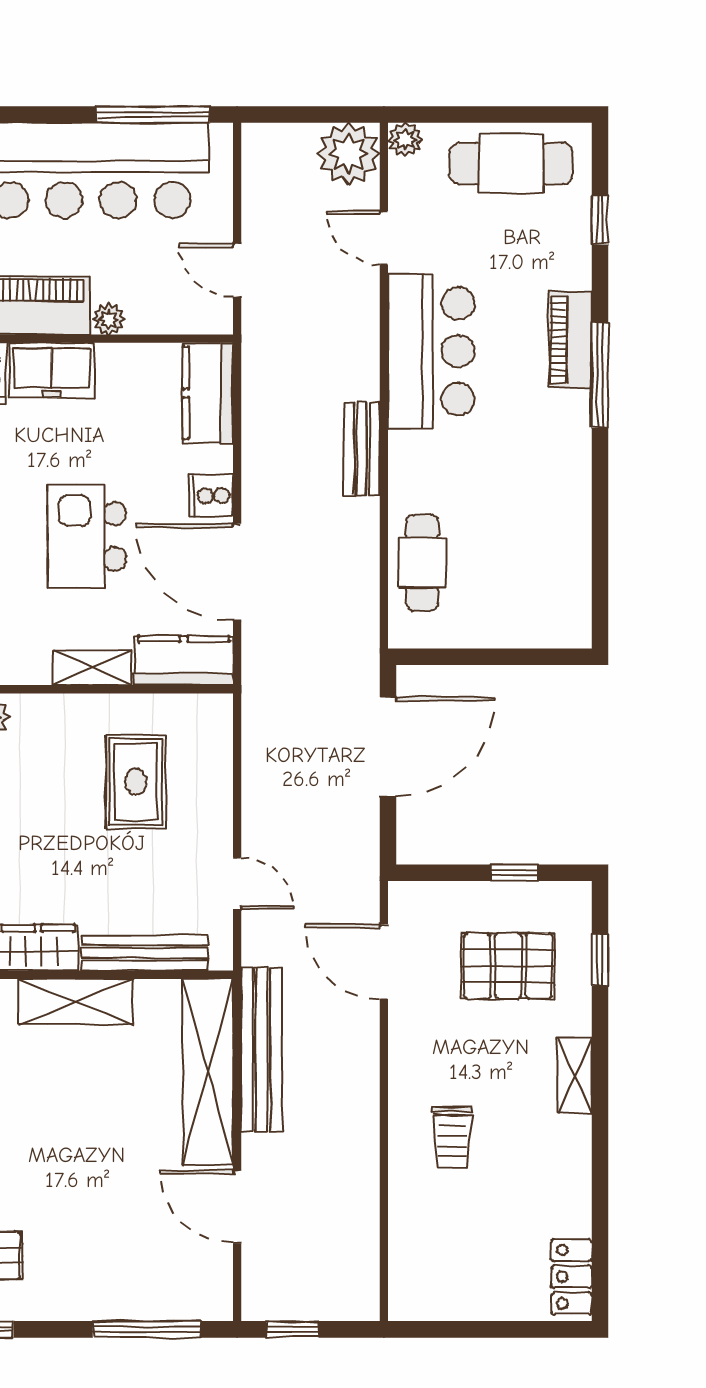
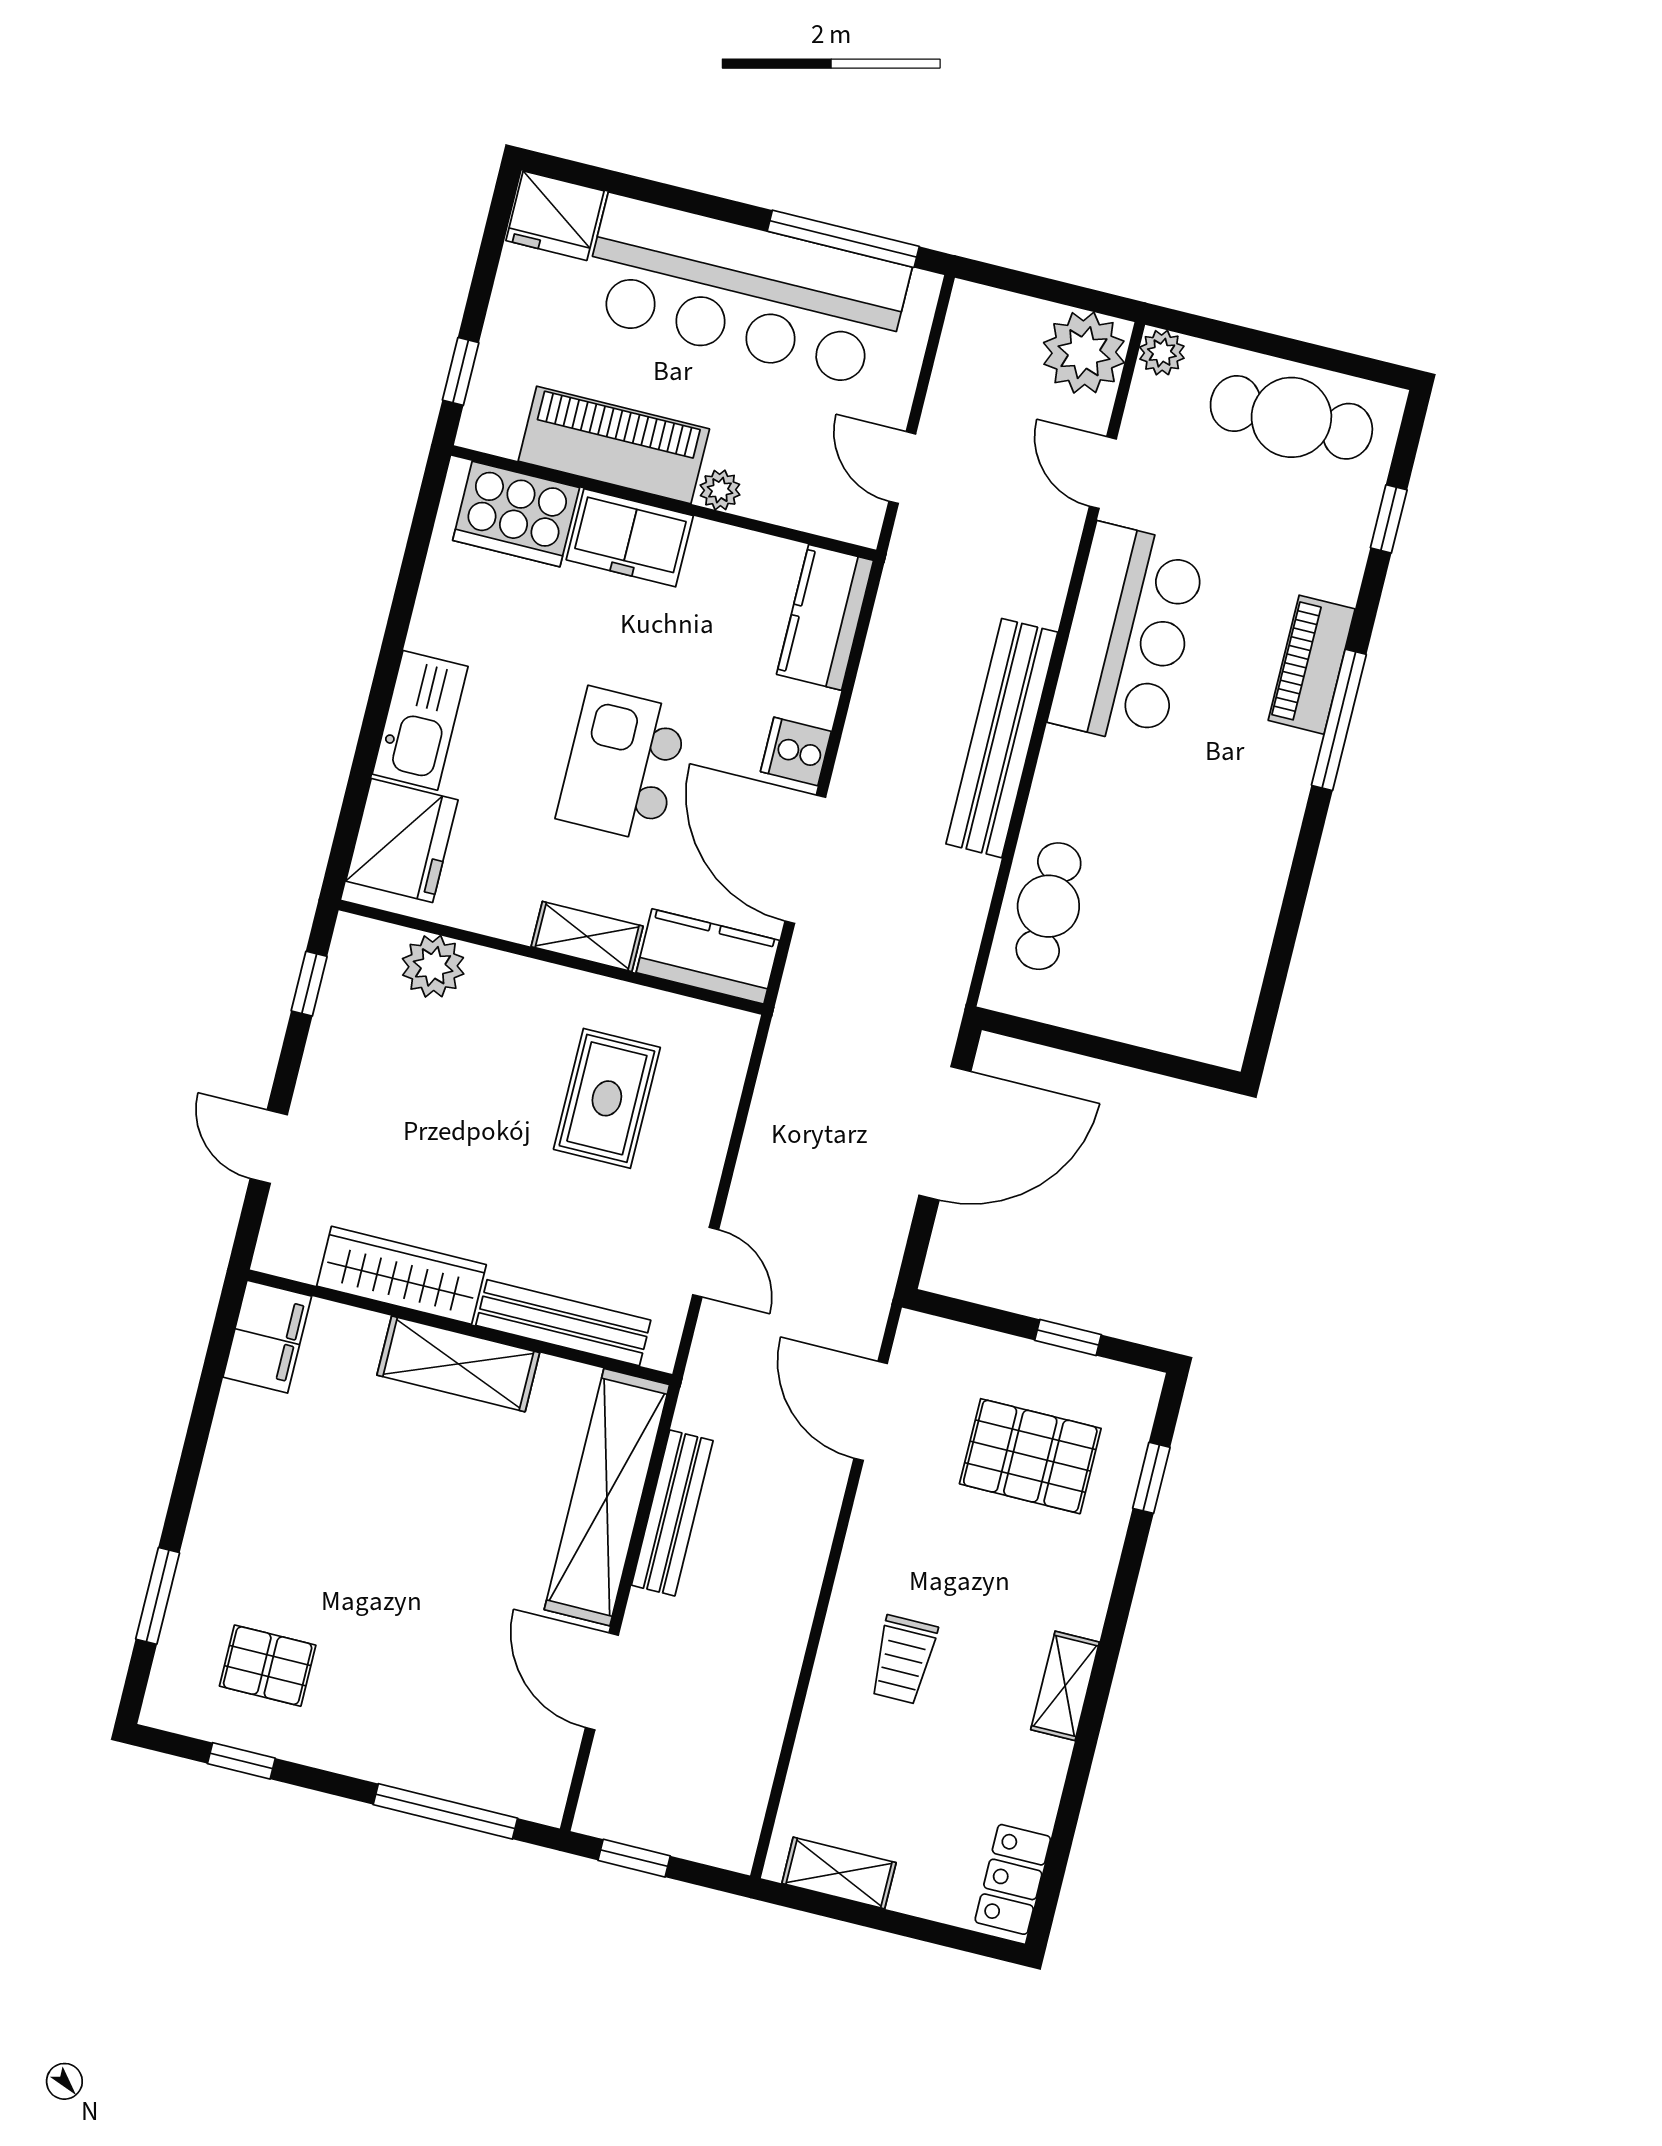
bench: (362, 449) -> (1002, 738), width x1.86, depth x1.21
bench: (262, 1050) -> (672, 1513), width x0.73, depth x0.82
shelving: (575, 1075) -> (1065, 1686), moved
shelving: (444, 1303) -> (839, 1873), added

